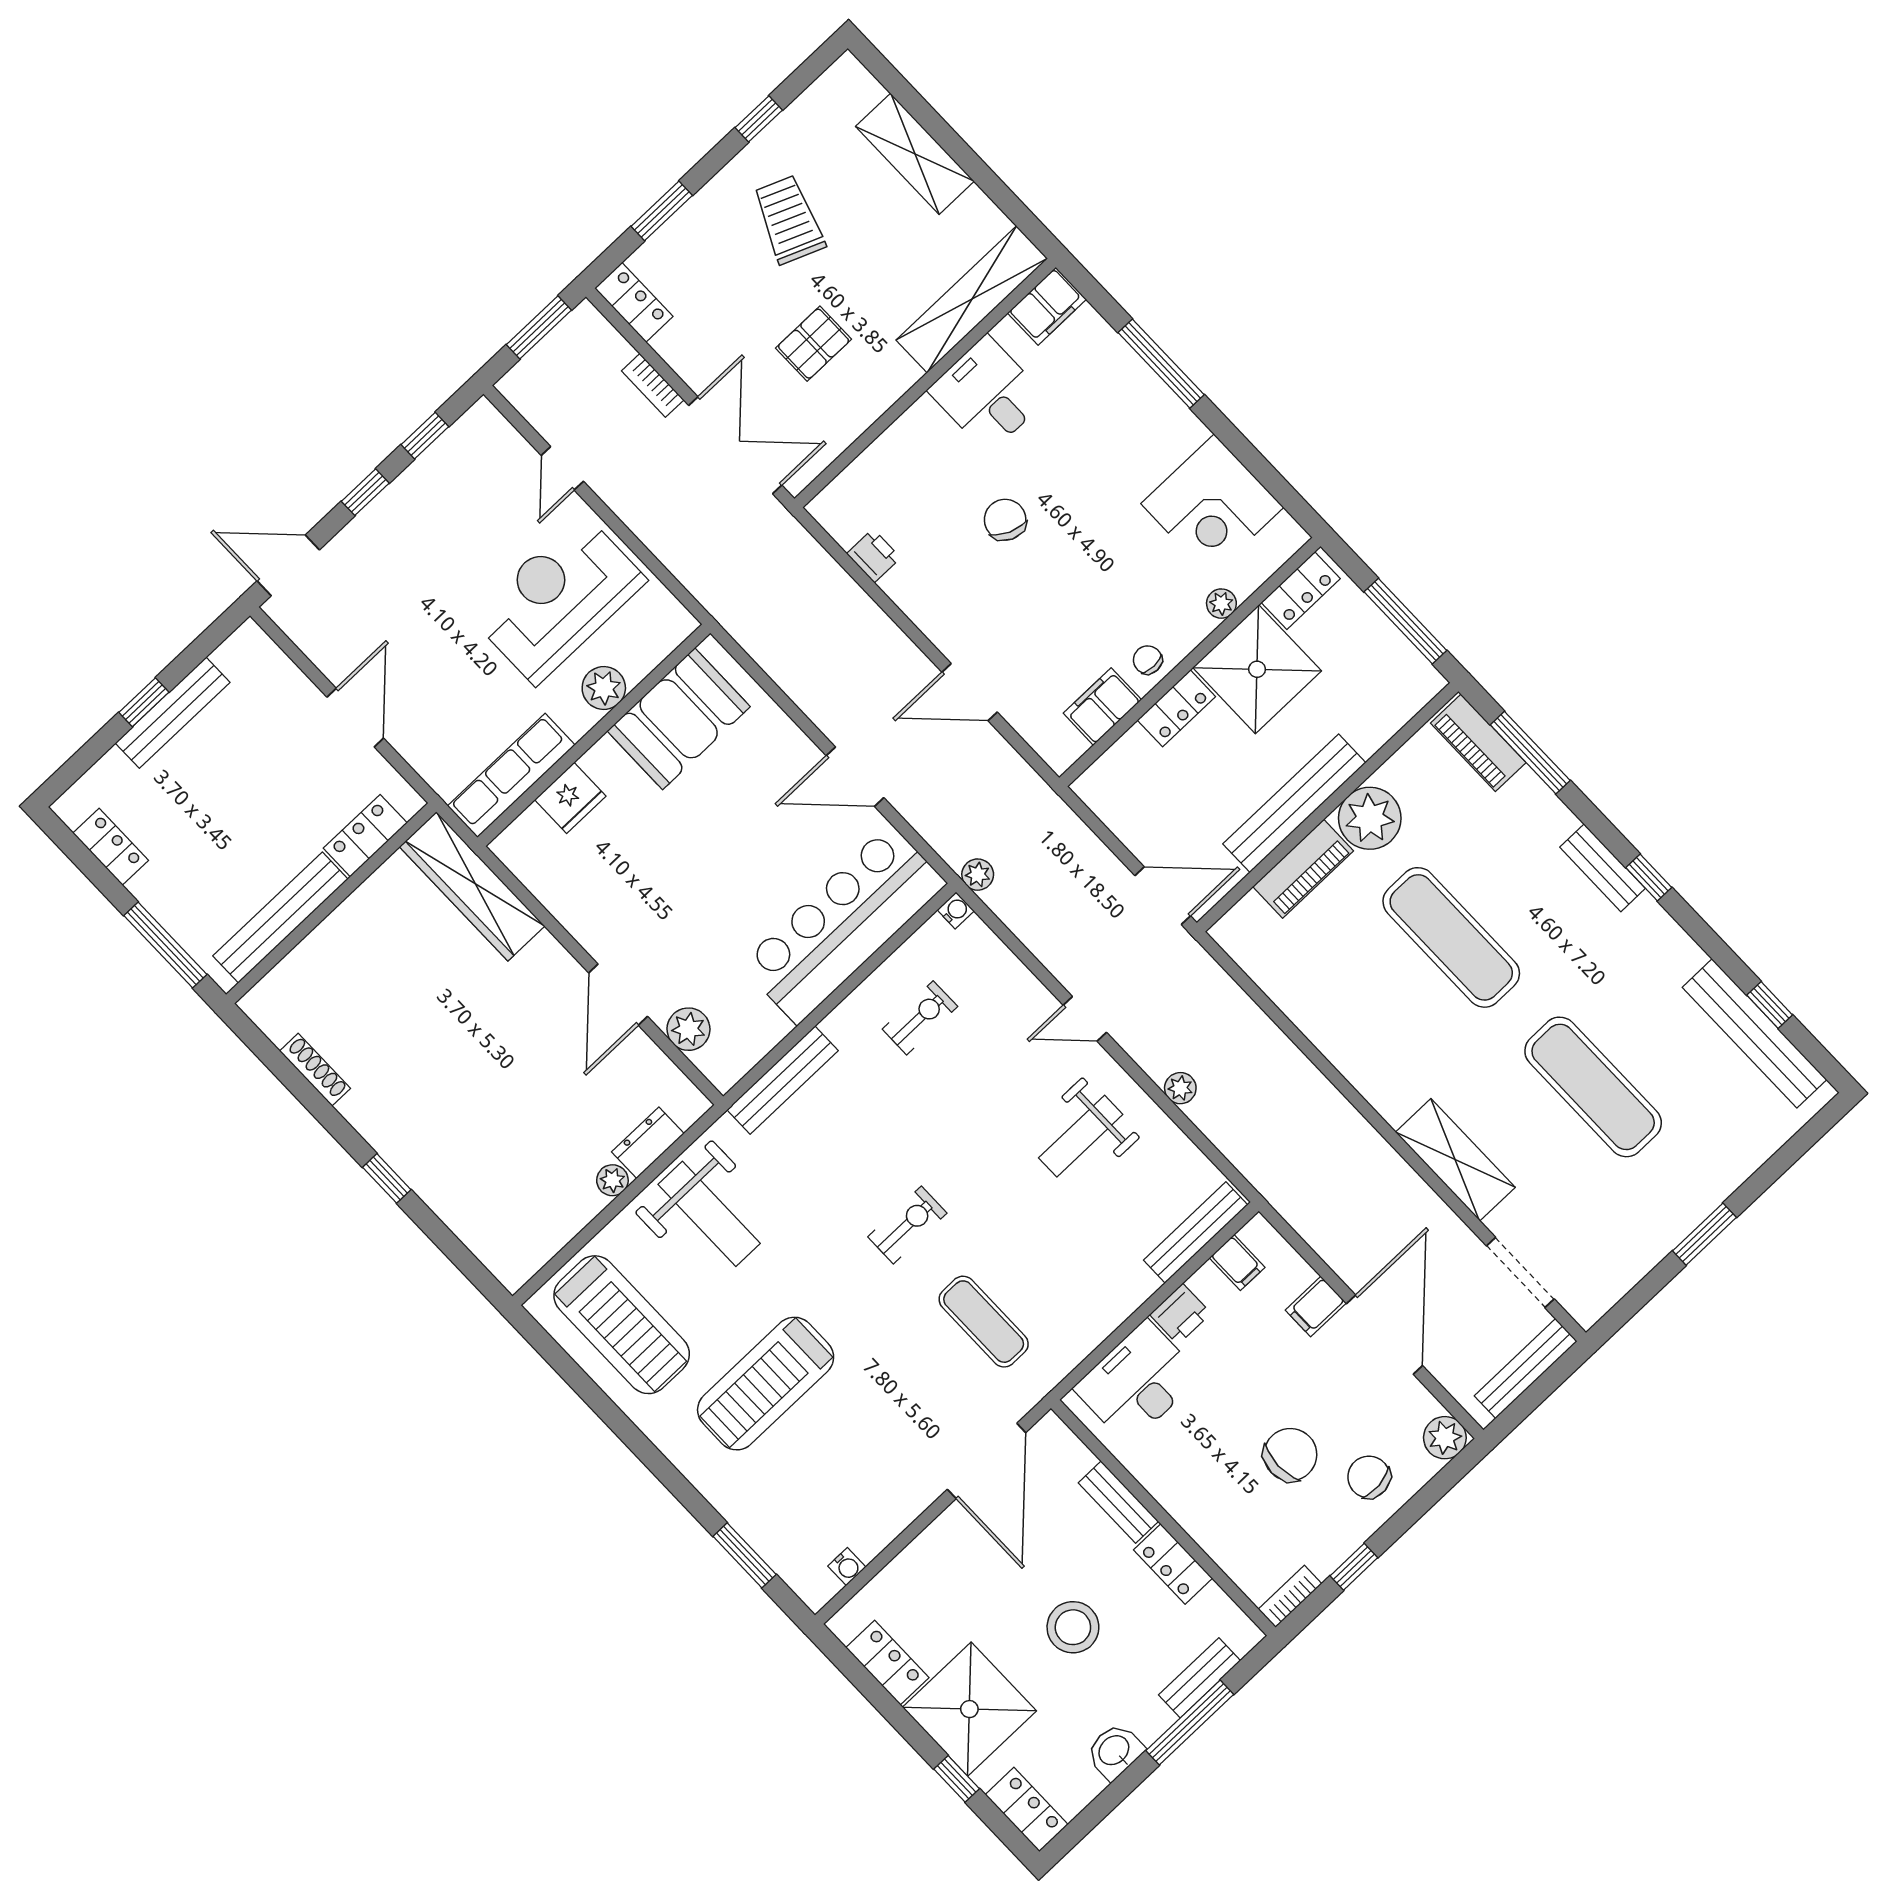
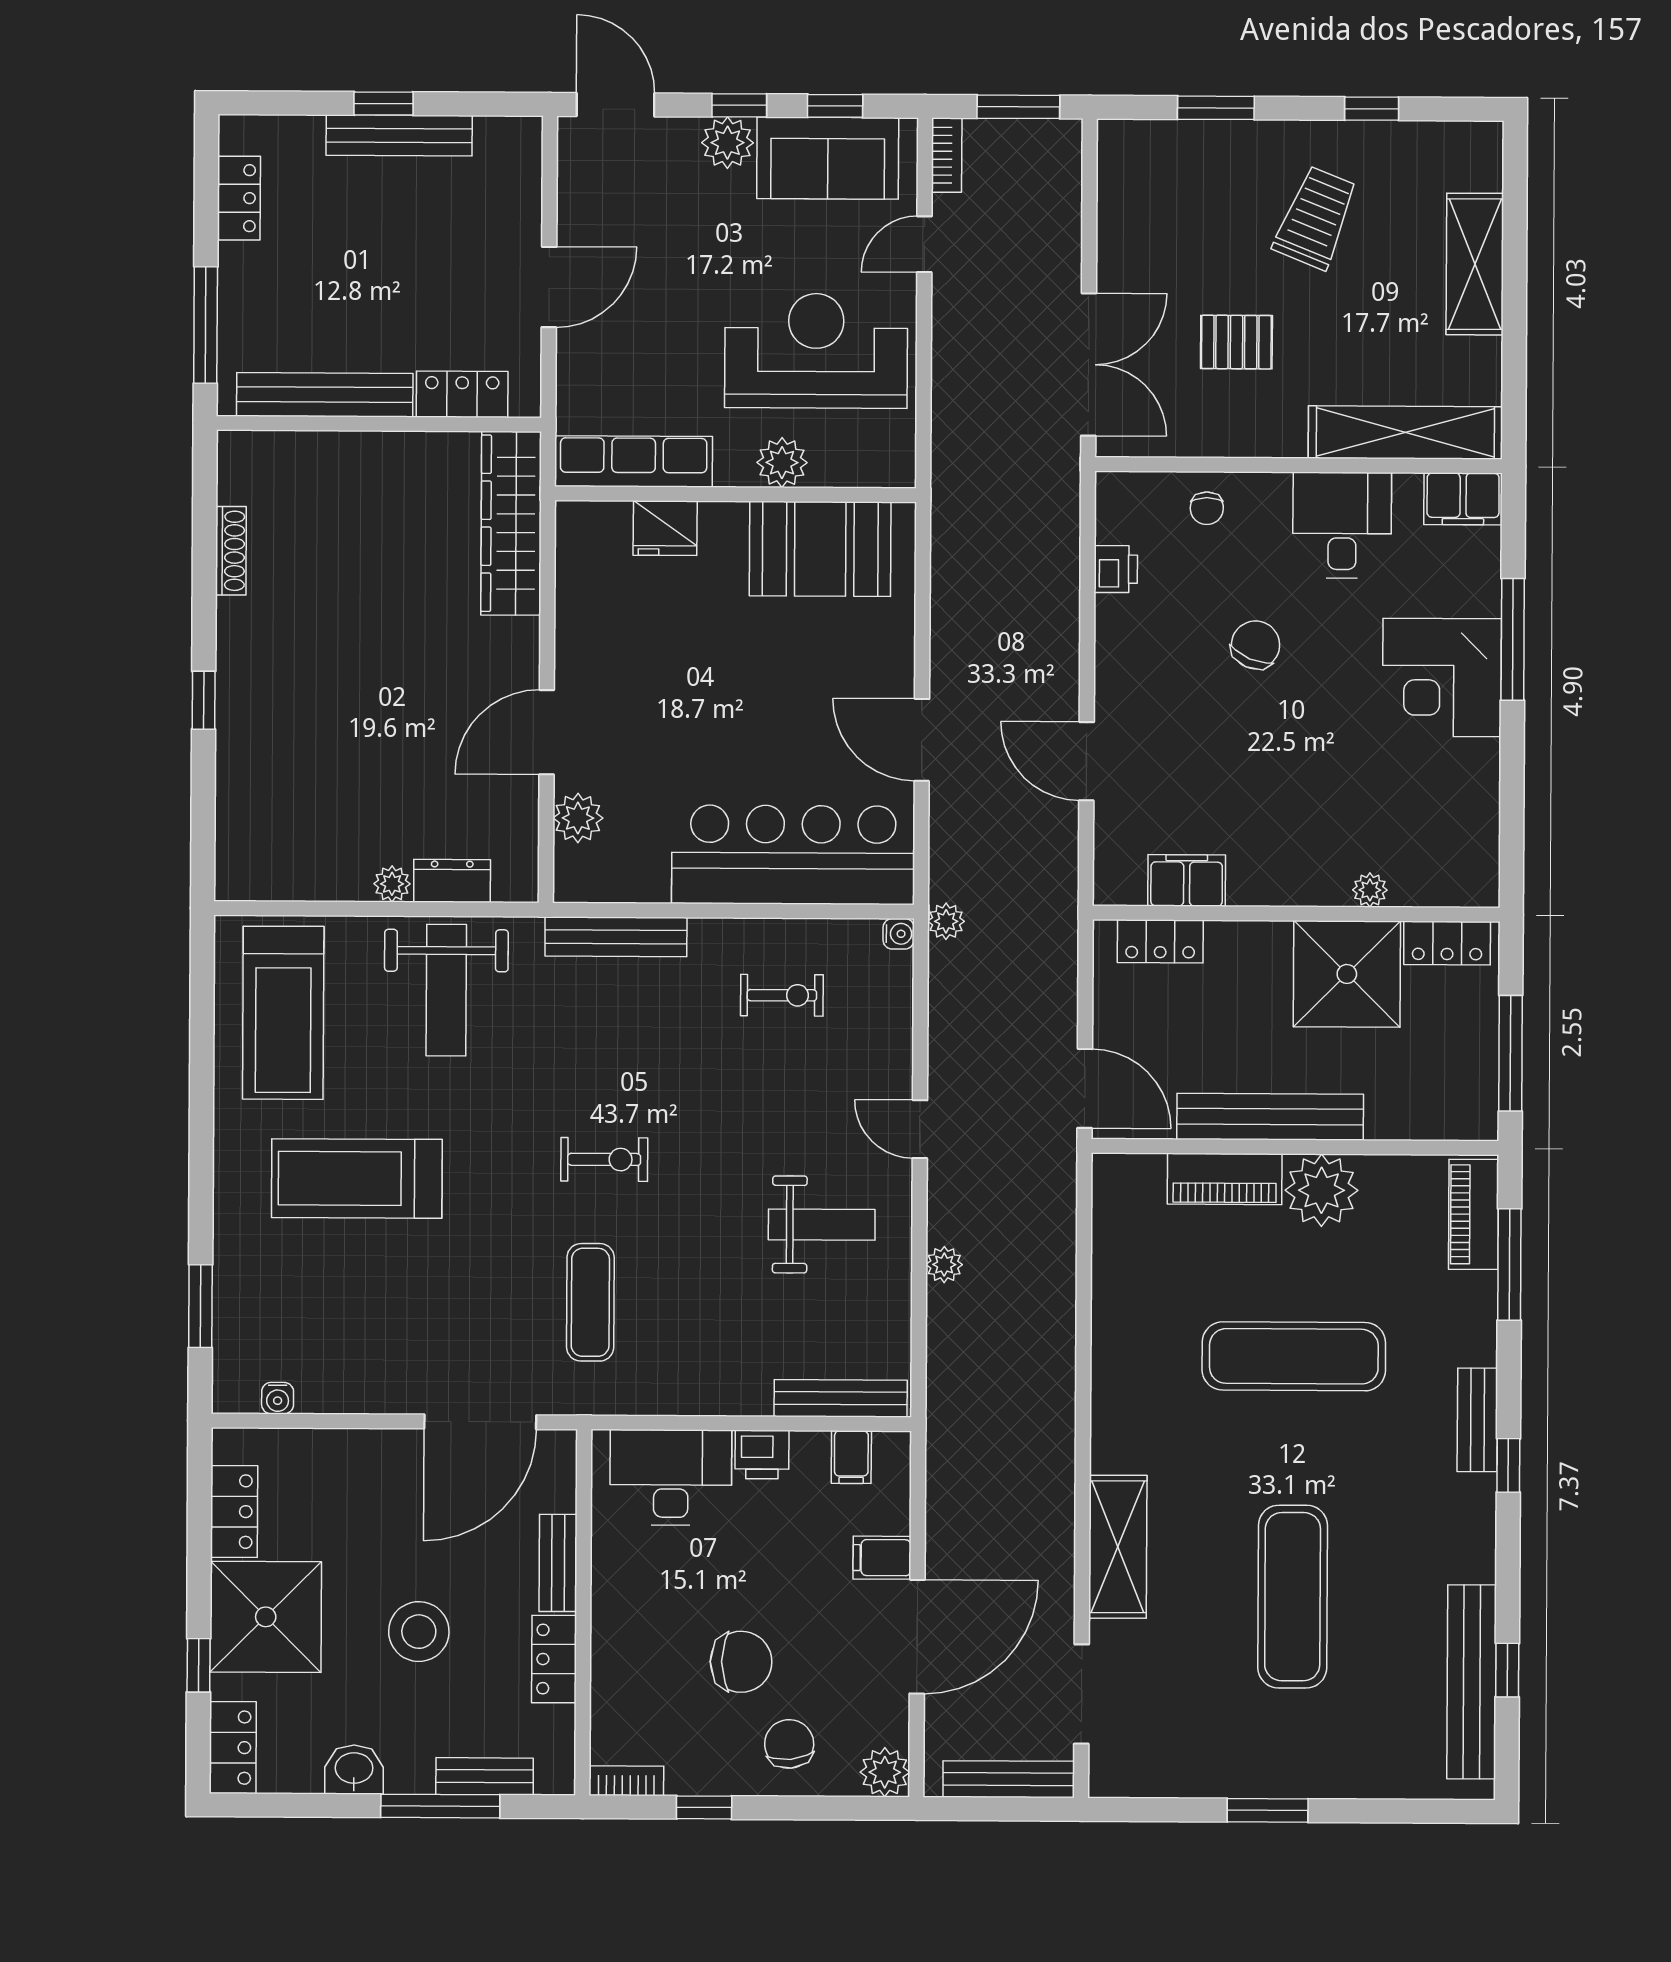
locker: (634, 302) -> (1118, 162), removed
bookcase: (653, 385) -> (947, 155), moved, turned 180
sofa: (451, 472) -> (828, 158), added
corner desk: (1212, 505) -> (1442, 677), moved
plant: (380, 522) -> (727, 143), added
chair: (1148, 660) -> (1207, 508), moved, turned 180
locker: (1176, 708) -> (1160, 941), moved
exercise mat: (1451, 937) -> (1294, 1356), turned 90
weight bench: (1081, 1136) -> (822, 1225), turned 180

